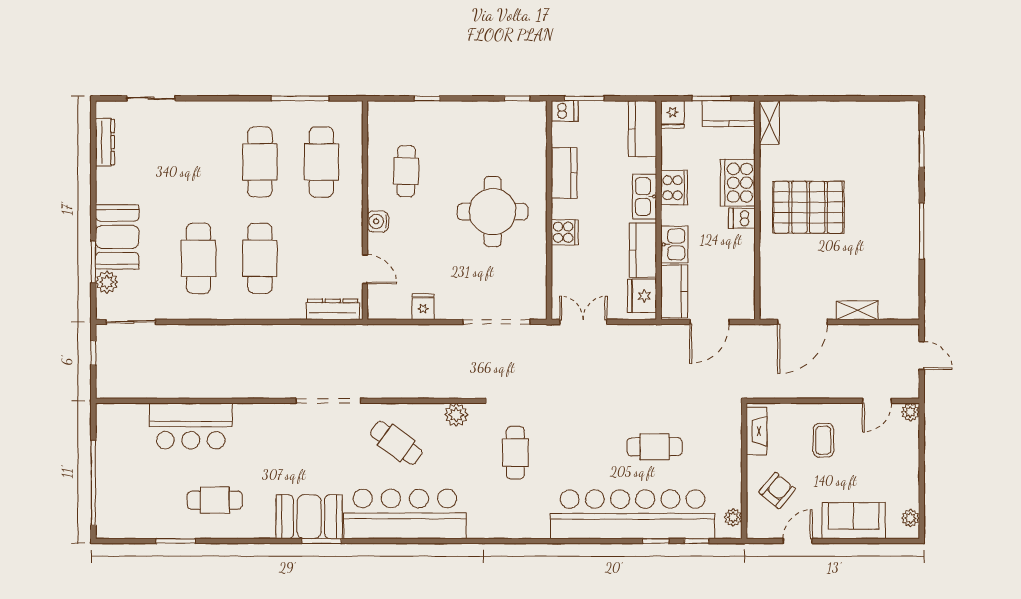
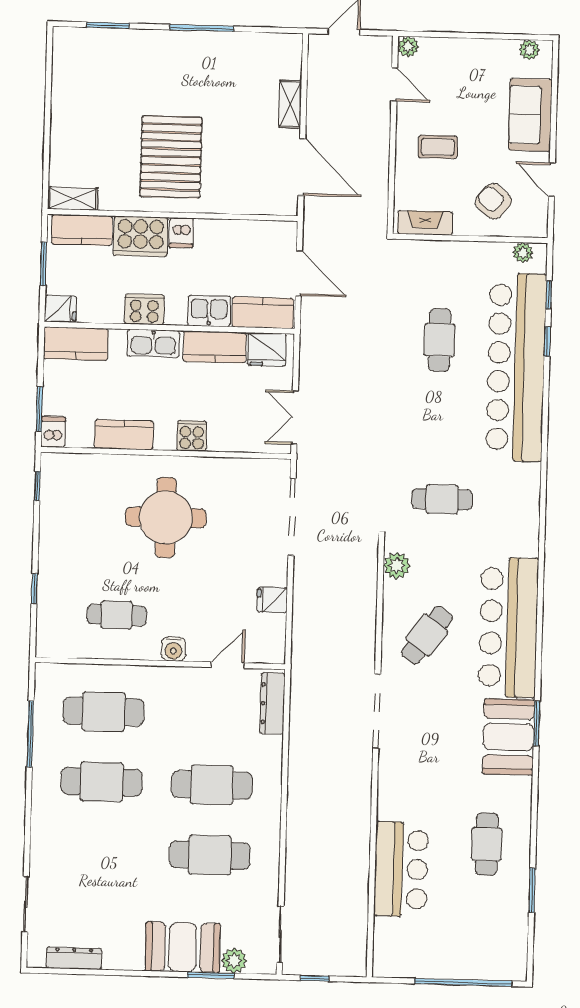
kitchen counter: (729, 114) -> (82, 230), moved, turned 90

